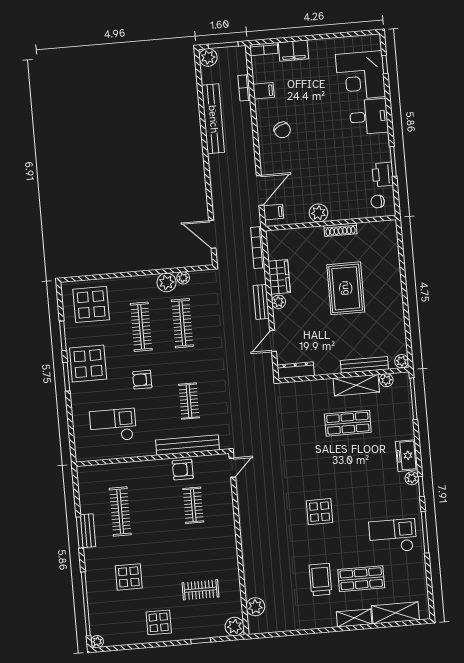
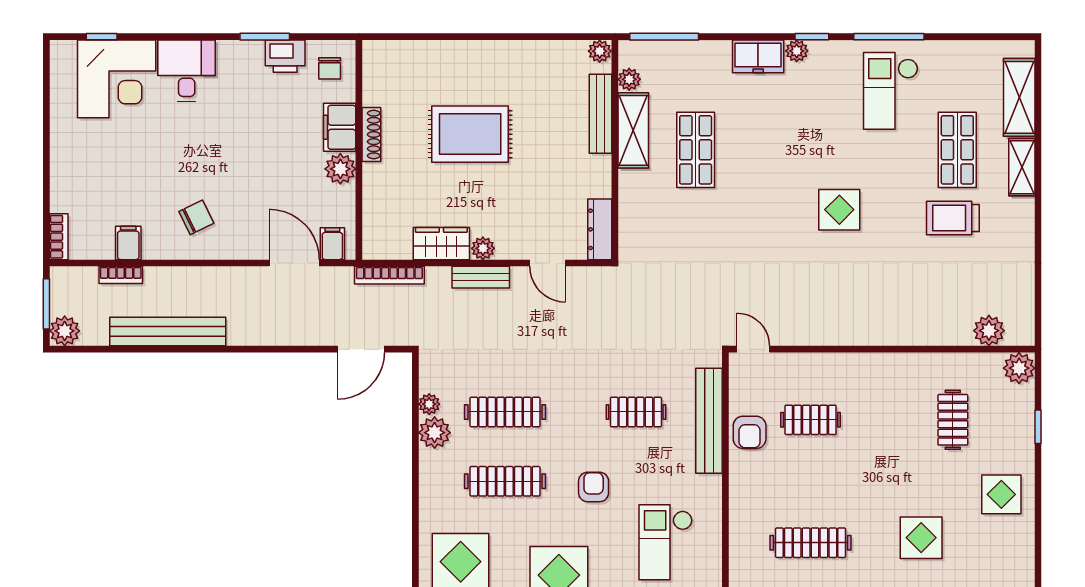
filing cabinet: (293, 51) -> (340, 127), moved, turned 180
armchair: (142, 380) -> (594, 487), turned 180

